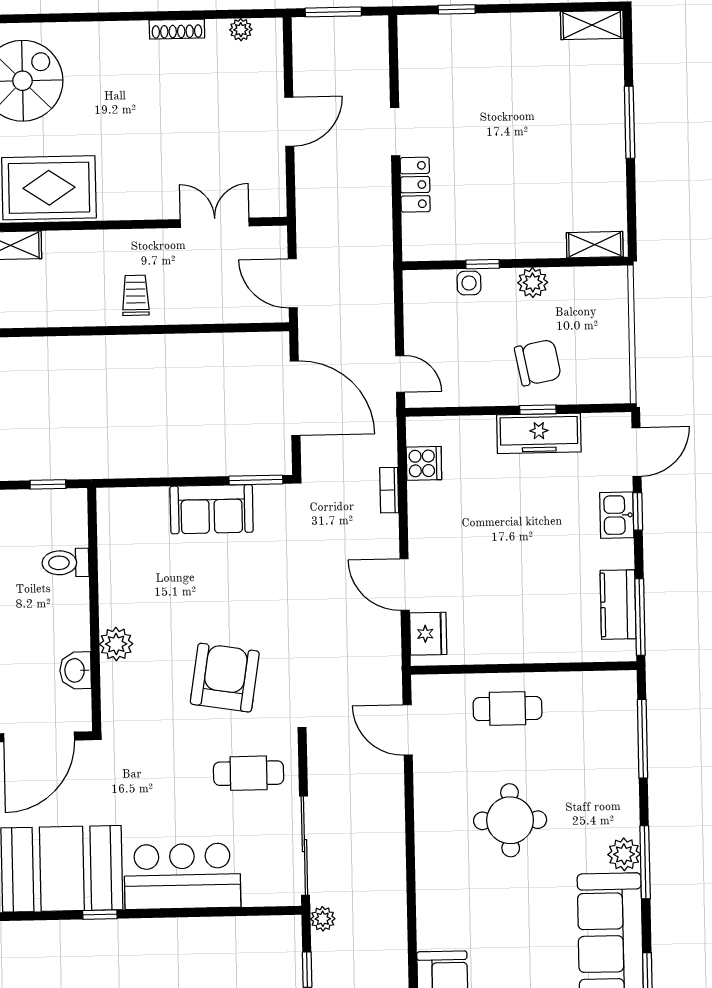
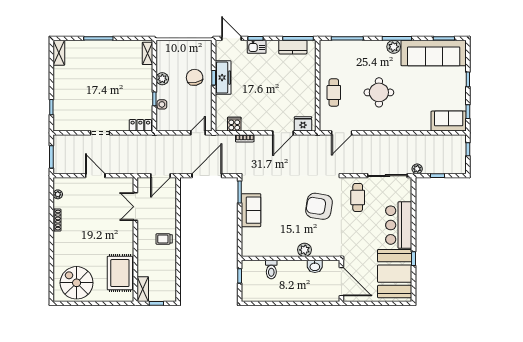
locker: (415, 185) -> (140, 125), moved

